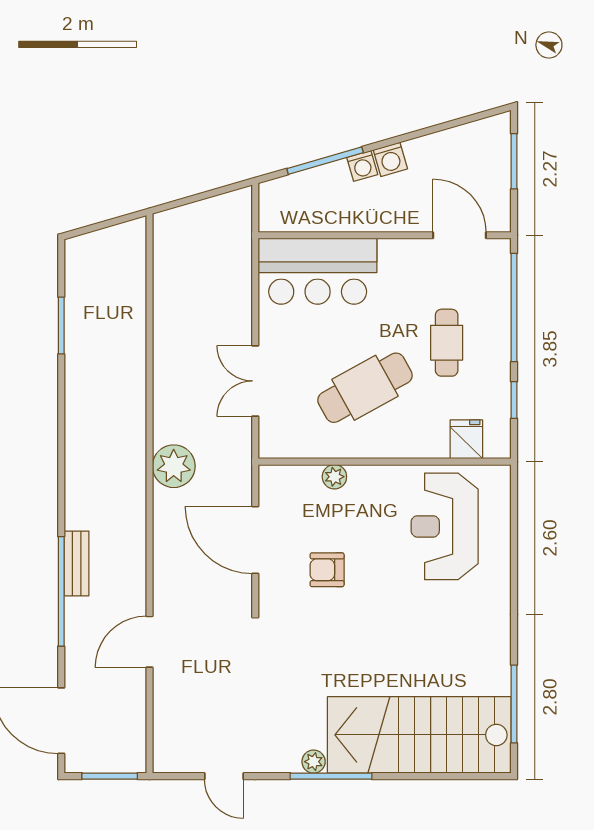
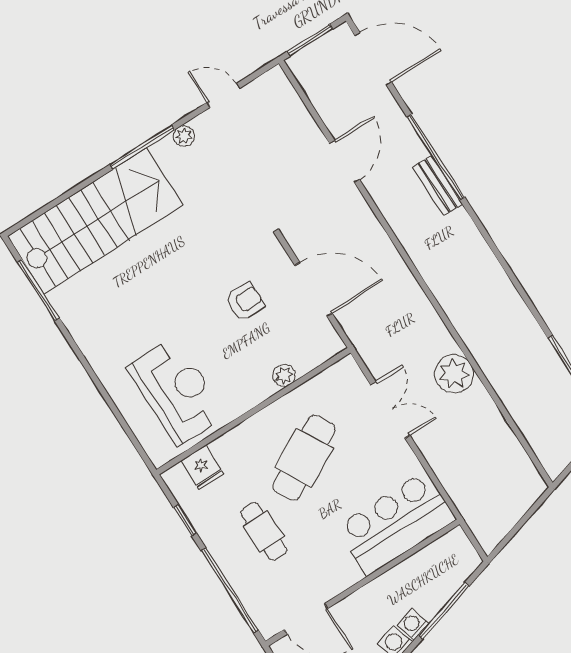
plant: (174, 466) -> (454, 374), moved
plant: (314, 762) -> (184, 136), moved

